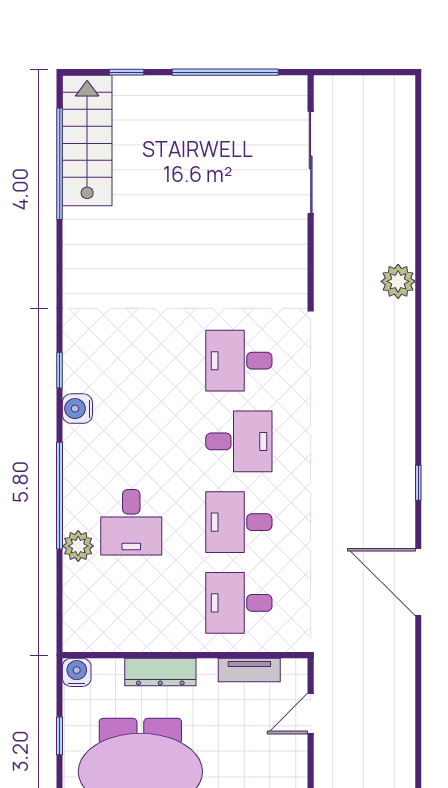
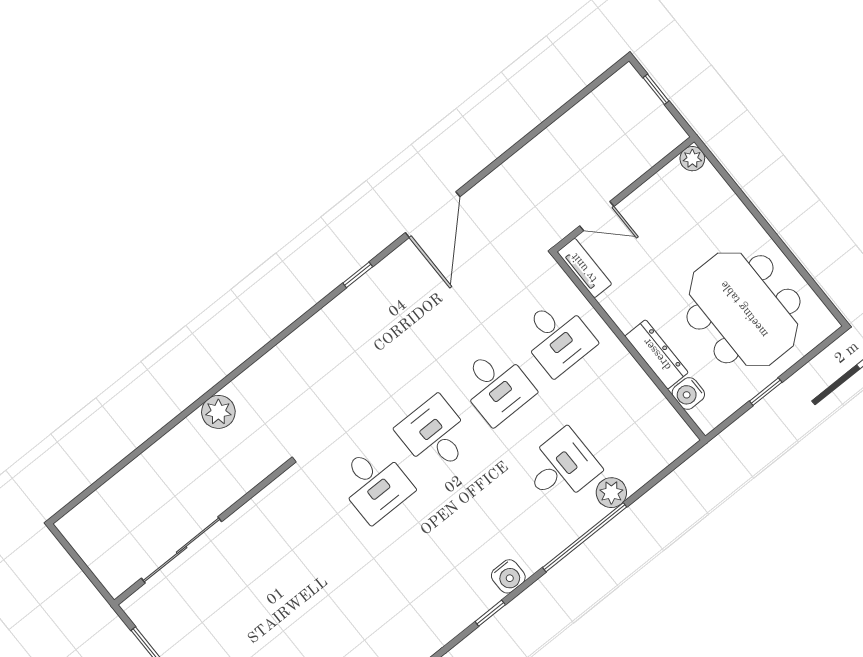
tv unit: (249, 670) -> (584, 268), moved
water cooler: (77, 672) -> (688, 393), moved

